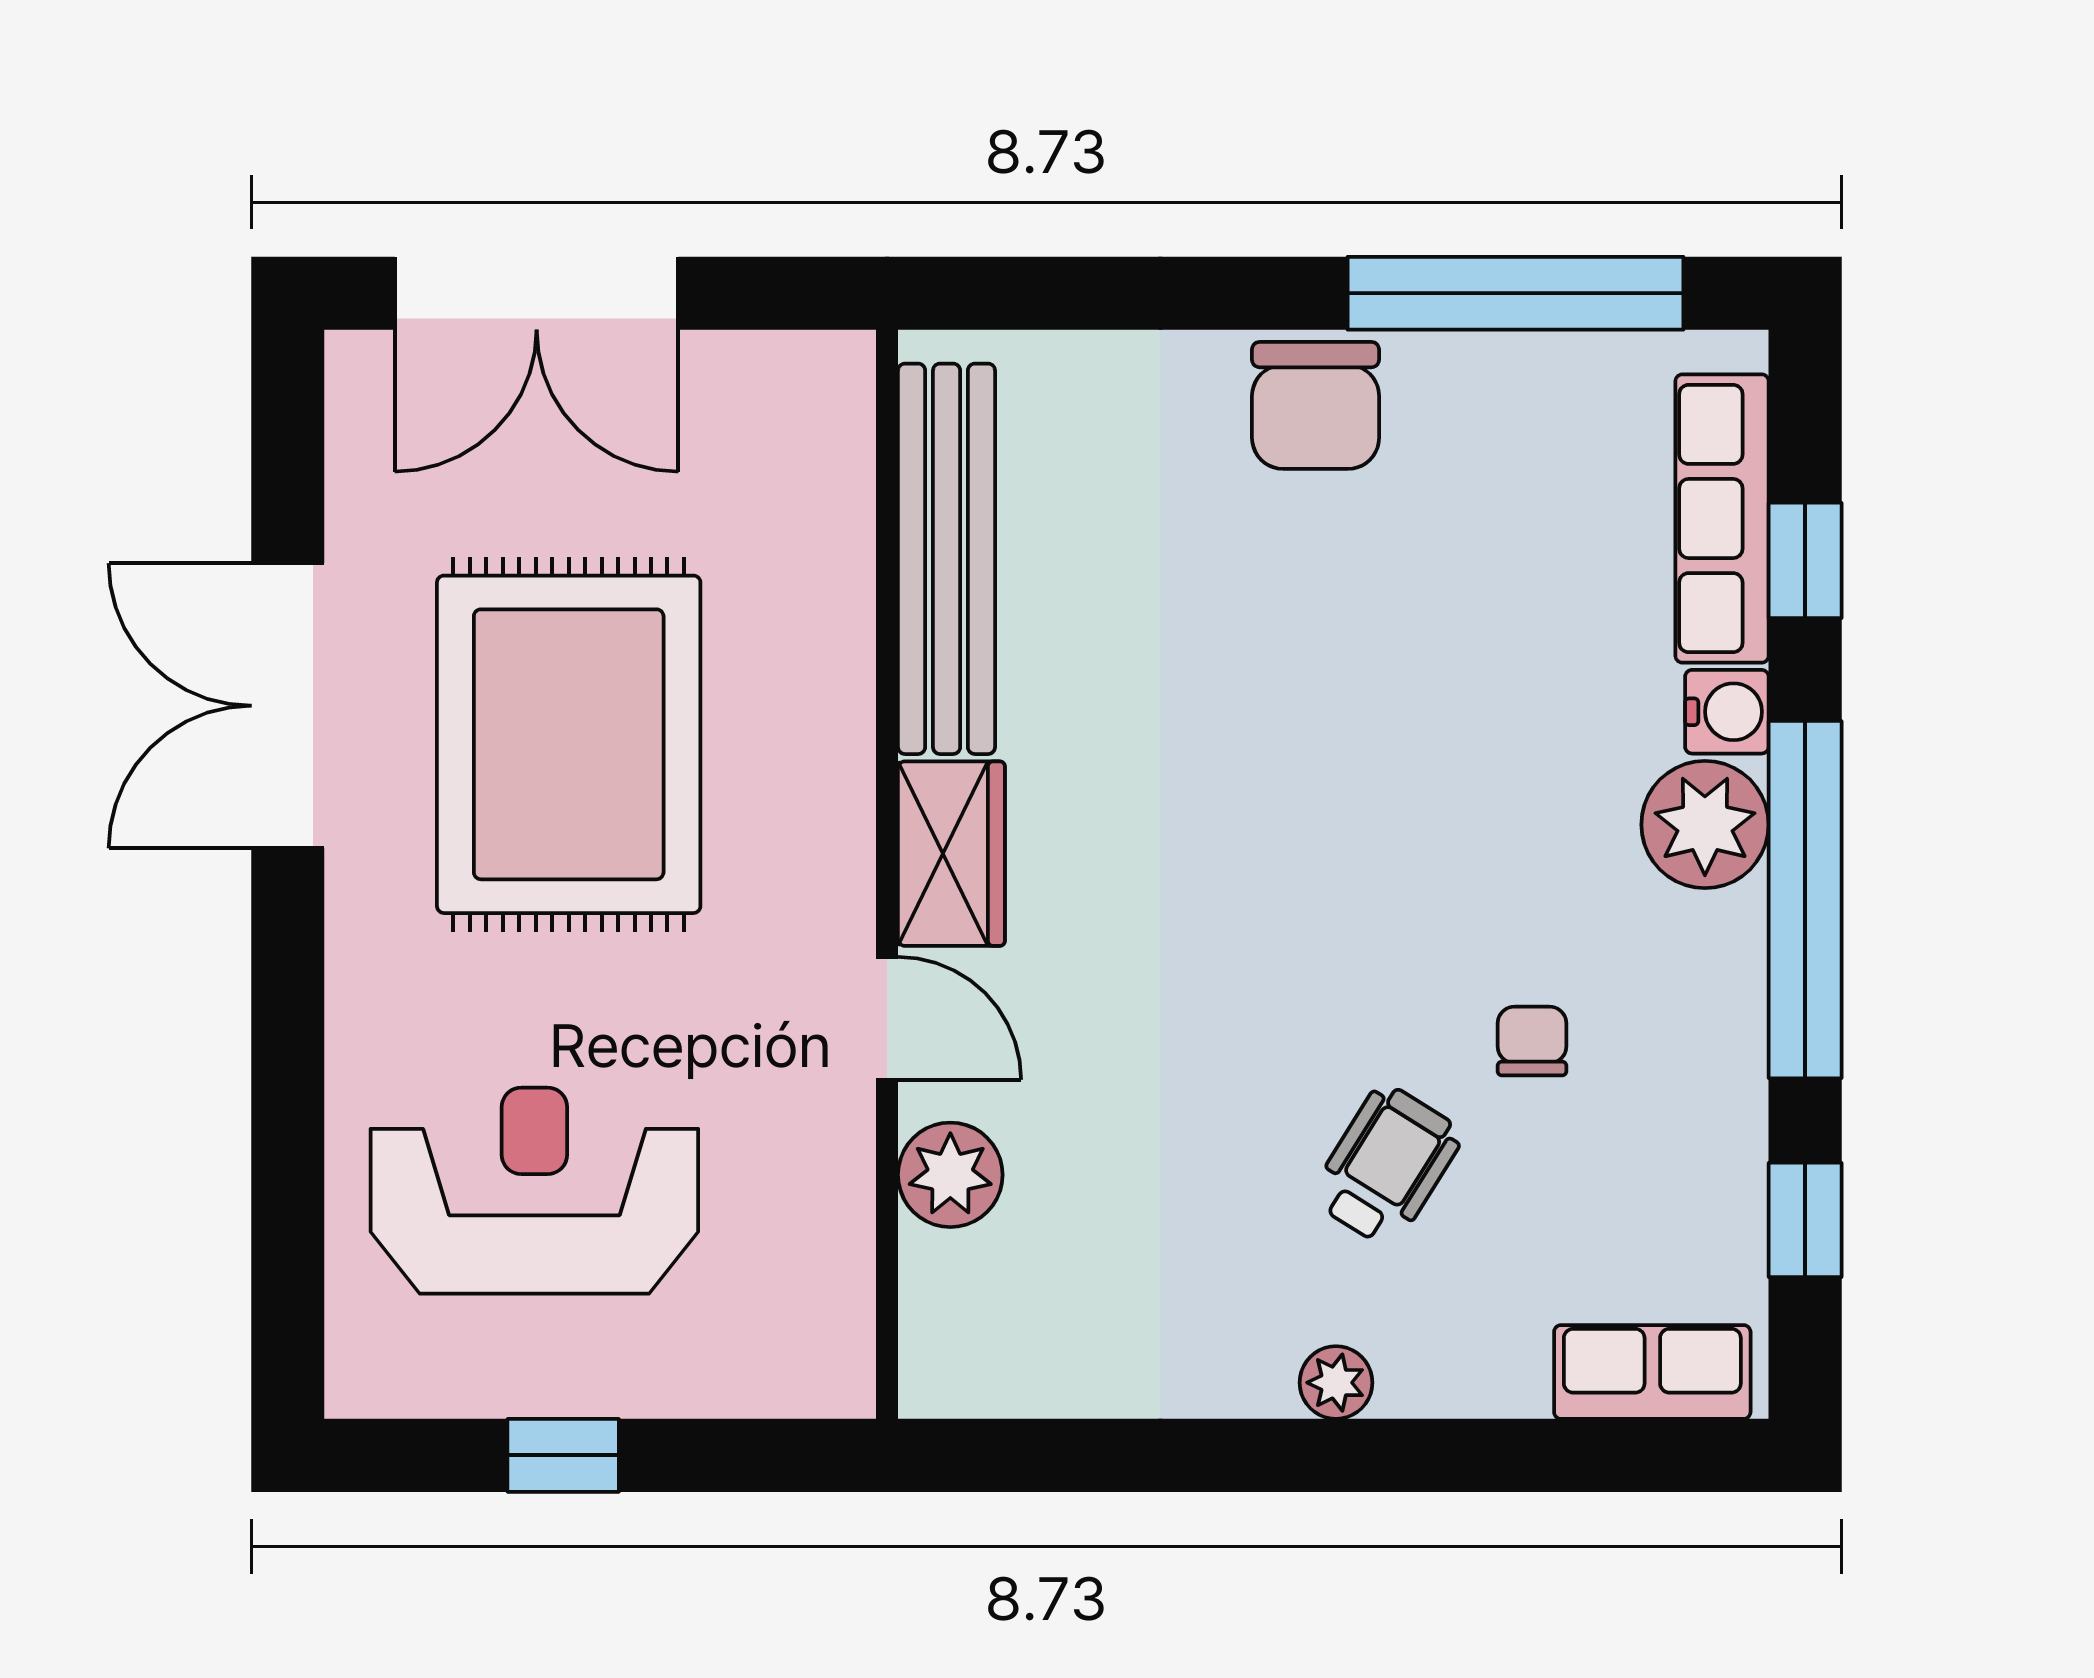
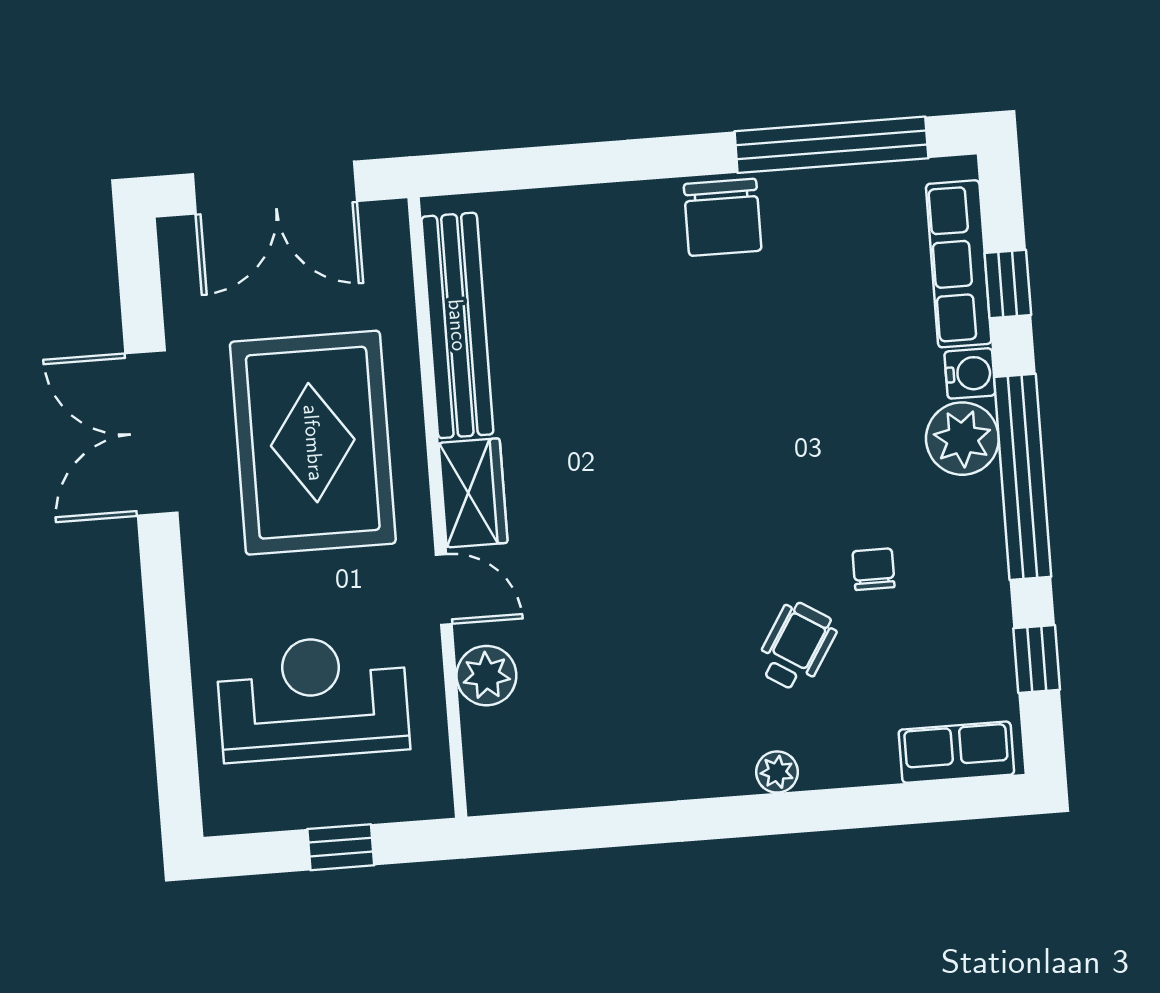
bench: (947, 559) -> (457, 325), moved
wardrobe: (951, 854) -> (473, 493), moved
wall: (887, 874) -> (437, 507), moved
door: (887, 1018) -> (444, 589), moved
plant: (950, 1175) -> (486, 676), moved

